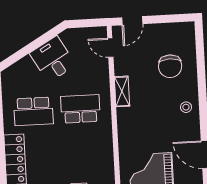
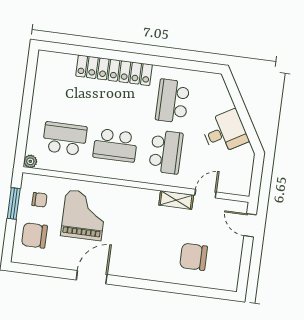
door: (110, 48) -> (206, 194), moved
stool: (186, 107) -> (146, 266), removed
school desk: (83, 155) -> (115, 145), added

